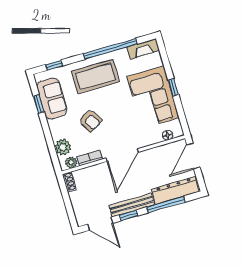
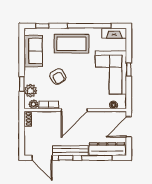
window: (39, 104) -> (22, 84), moved

